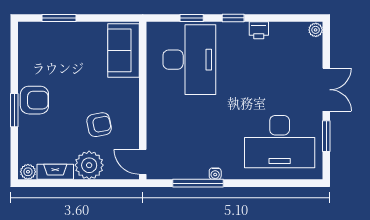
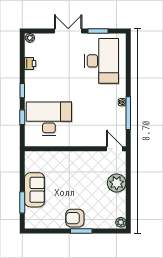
printer: (259, 30) -> (30, 63), moved
sofa: (123, 50) -> (35, 190), moved, turned -90
armchair: (34, 100) -> (75, 218), turned -90
armchair: (99, 125) -> (91, 177), removed
door: (143, 162) -> (114, 149), swing flipped
fireplace: (55, 172) -> (121, 205), removed

